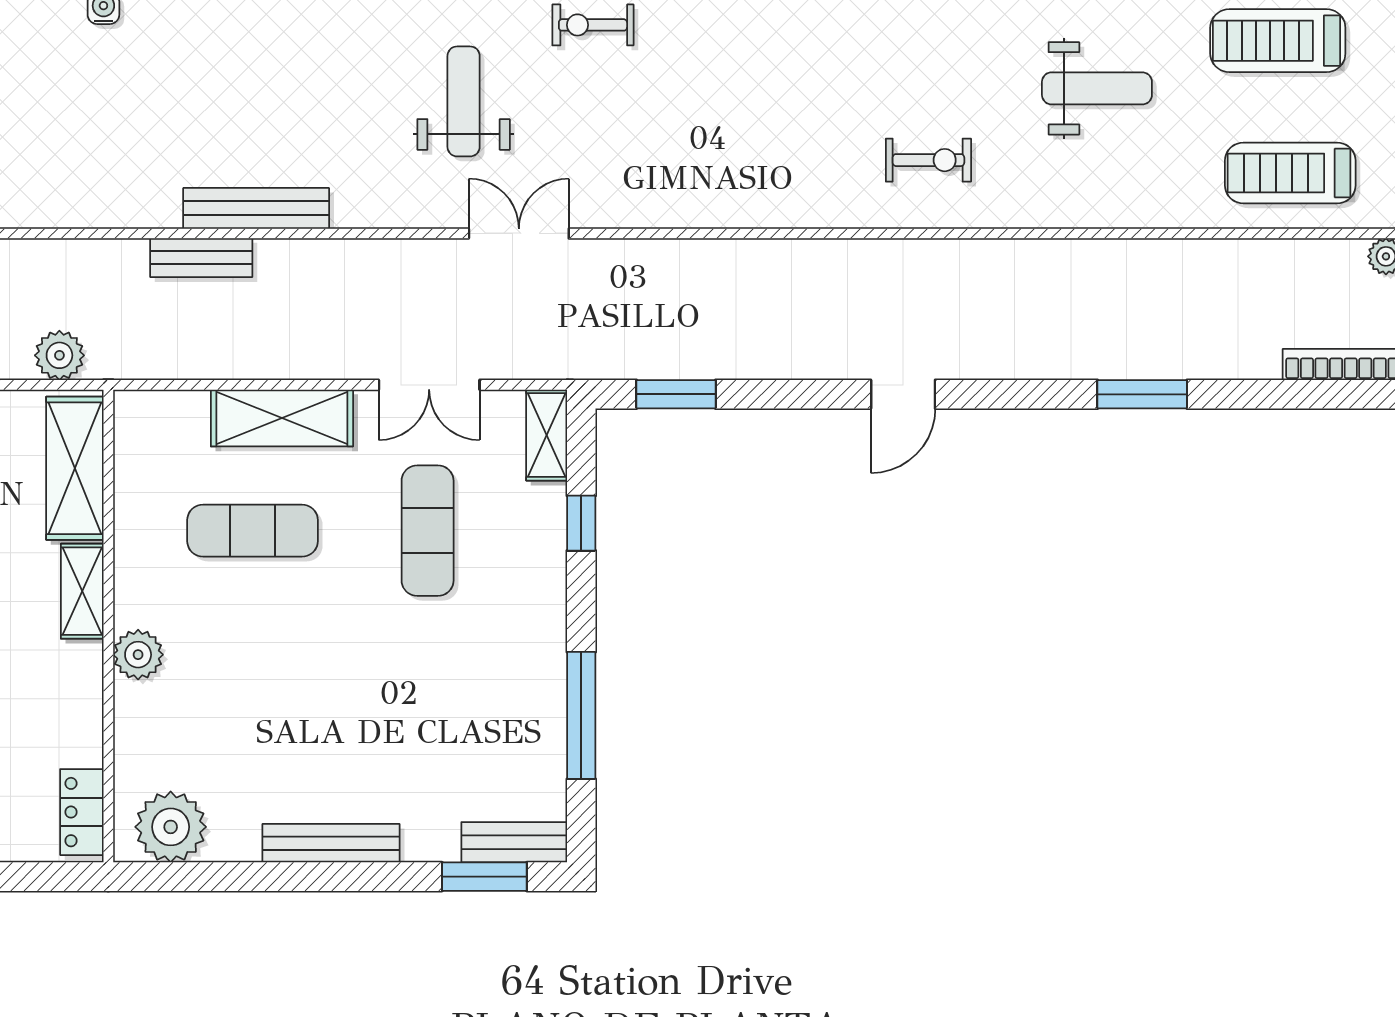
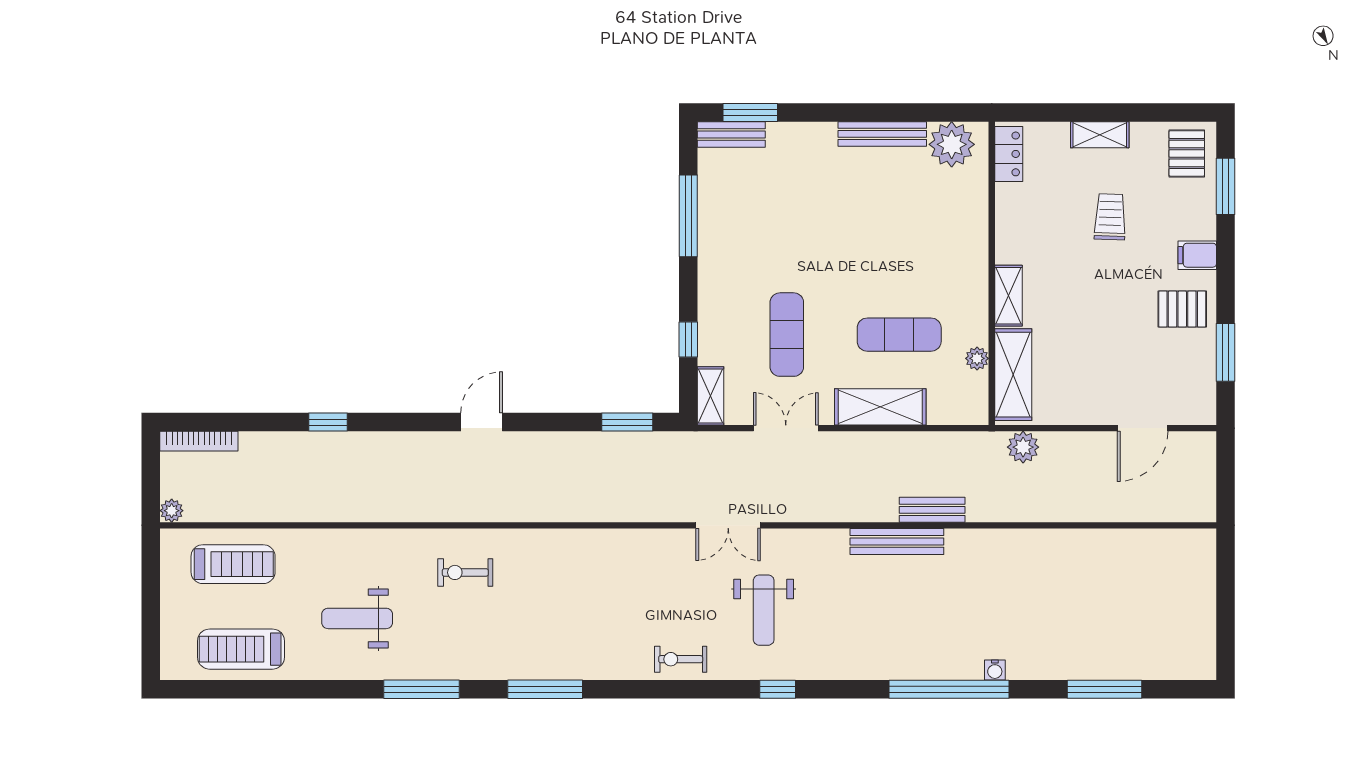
exercise bike: (593, 25) -> (681, 659), turned 180
treadmill: (1278, 41) -> (241, 649), turned 180
window: (1142, 394) -> (328, 422), width x0.67
plant: (138, 655) -> (977, 358), moved, width x0.73, depth x0.73
bench: (331, 843) -> (882, 134), moved

